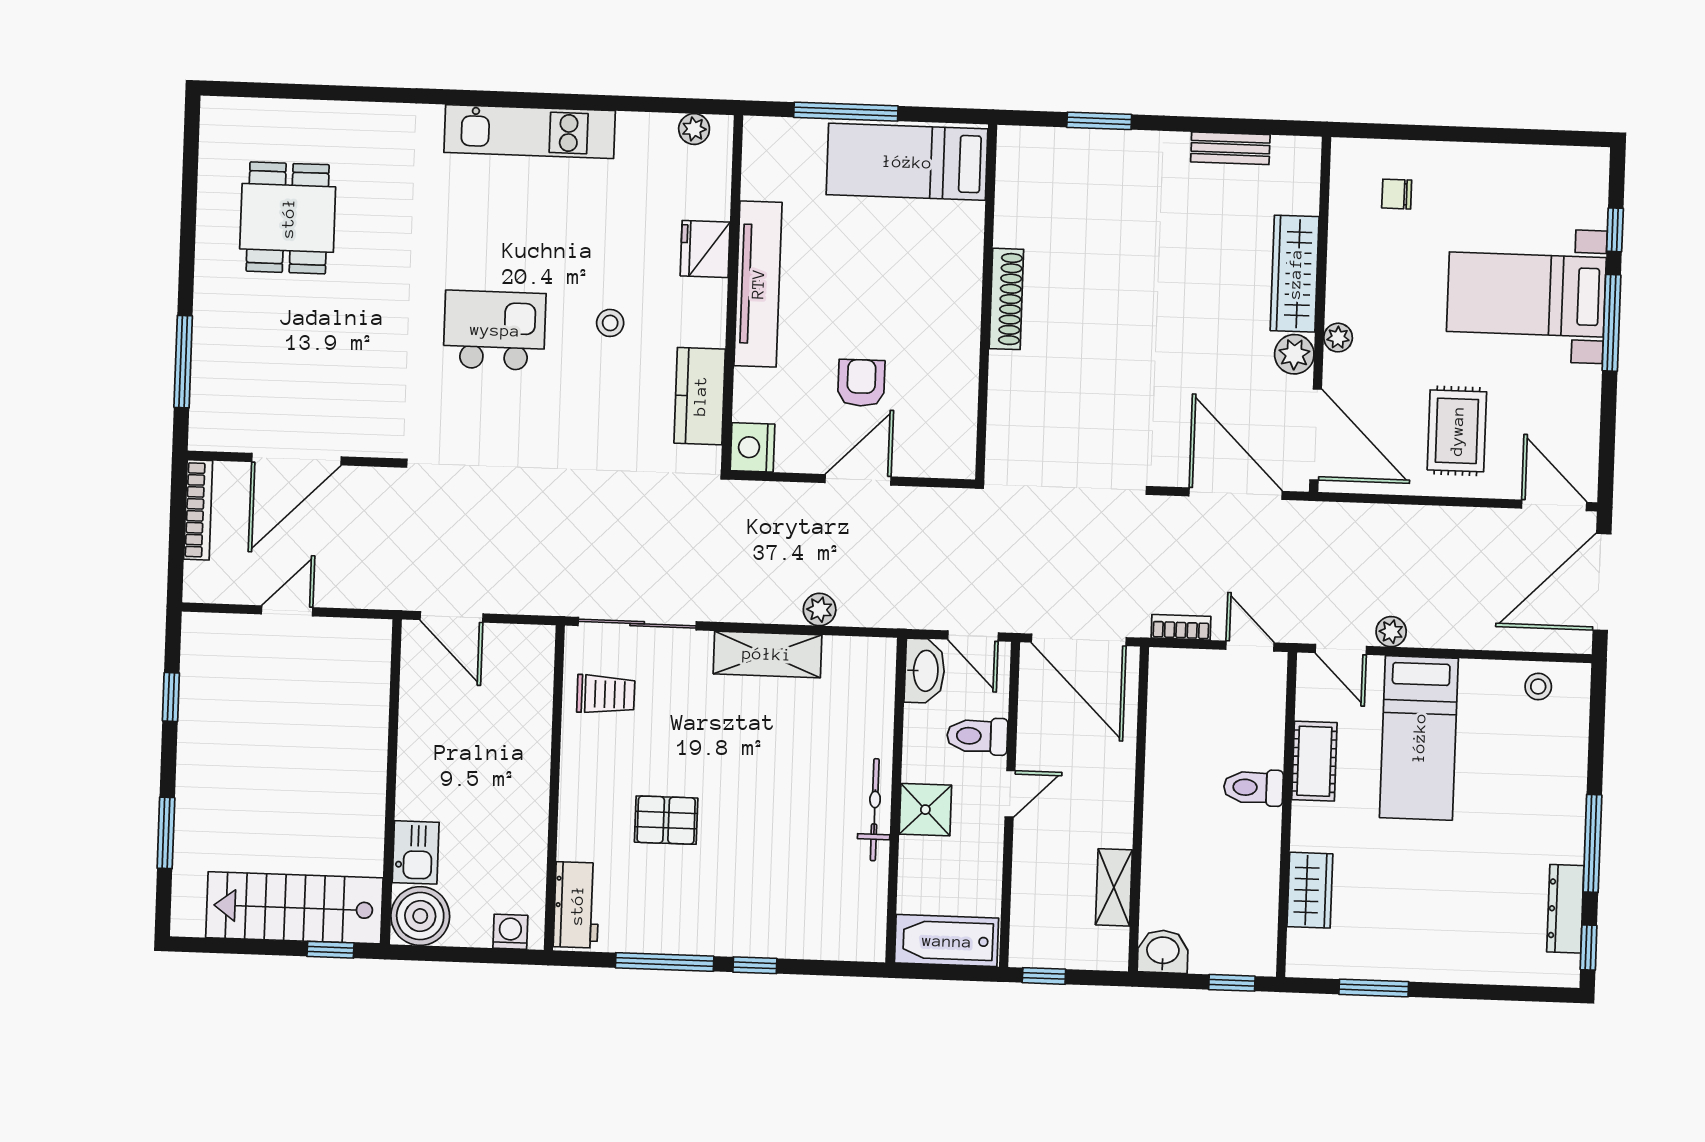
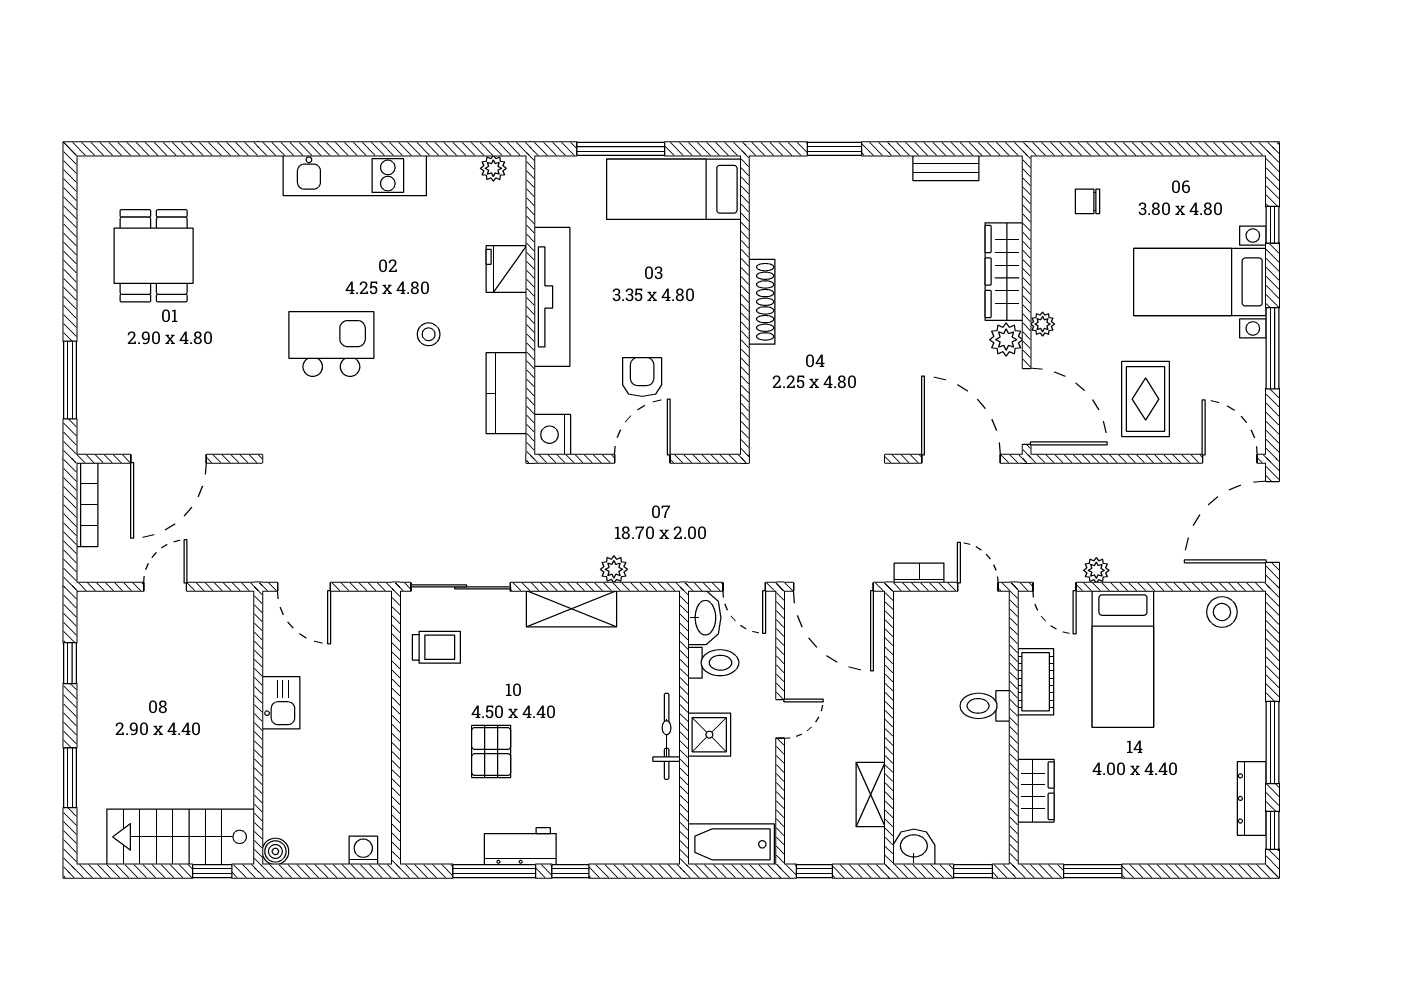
window: (1611, 323) -> (1272, 348), moved
stool: (1538, 687) -> (1222, 612), width x1.37, depth x1.37
toilet: (977, 736) -> (713, 663), moved, turned 180
pallet: (666, 820) -> (491, 752), turned 90
kitchen sink: (416, 852) -> (281, 703), moved
workbench: (577, 905) -> (520, 846), moved, turned -90
boiler: (420, 916) -> (275, 851), width x0.54, depth x0.54

